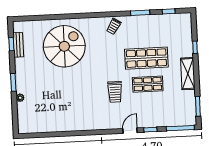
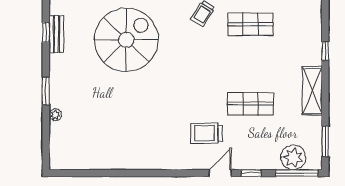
shop shelf: (146, 58) -> (251, 24), moved, width x0.70, depth x0.74
trolley: (115, 92) -> (207, 133), moved, turned 90
plant: (177, 118) -> (293, 157), added

